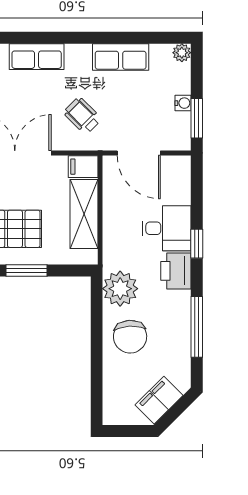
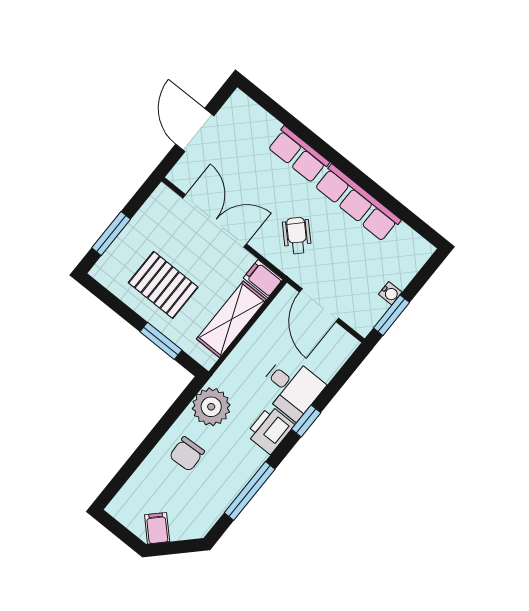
plant: (182, 53) -> (423, 250), removed
row of seats: (121, 57) -> (358, 203), width x1.48
window: (26, 270) -> (161, 341), moved
chair: (130, 337) -> (187, 454), width x0.73, depth x0.73
filing cabinet: (159, 400) -> (157, 528), width x0.50

